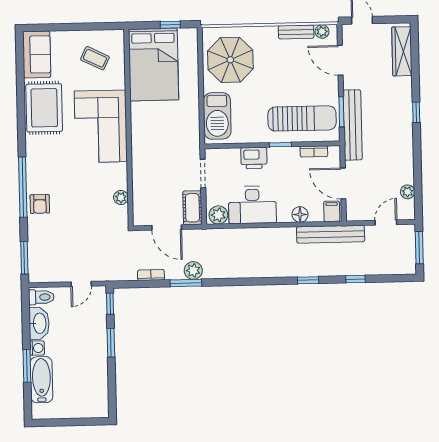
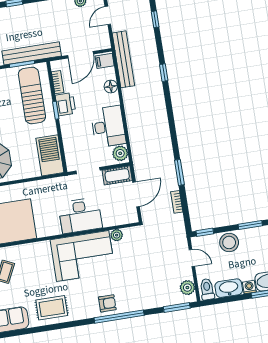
rug: (44, 108) -> (52, 308), width x0.73, depth x0.70
barbecue: (217, 116) -> (50, 155), moved, turned -90
corner sofa: (101, 126) -> (83, 256), moved
desk: (150, 157) -> (80, 215), added
printer: (254, 158) -> (65, 104), moved
armchair: (40, 204) -> (107, 303), moved
door: (386, 222) -> (108, 15), hinge flipped
plant: (193, 270) -> (187, 288), moved
window: (355, 279) -> (155, 19), moved
stool: (94, 331) -> (229, 242), added
window: (111, 343) -> (250, 225), moved

